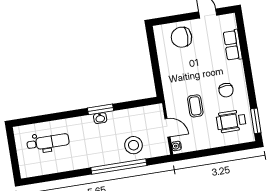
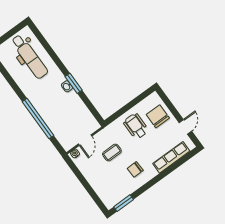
row of seats: (233, 45) -> (171, 157), width x1.48
wheelchair: (231, 121) -> (136, 126), moved
dental chair: (48, 142) -> (29, 57), width x1.36, depth x1.38
stool: (134, 145) -> (59, 121), removed

